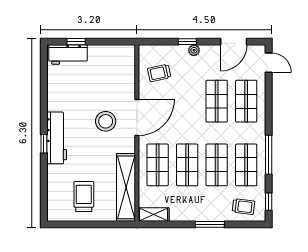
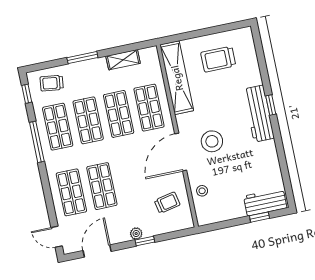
stool: (124, 77) -> (202, 191), added
trolley: (84, 197) -> (218, 59), turned 90
shelving: (154, 215) -> (123, 60), moved

